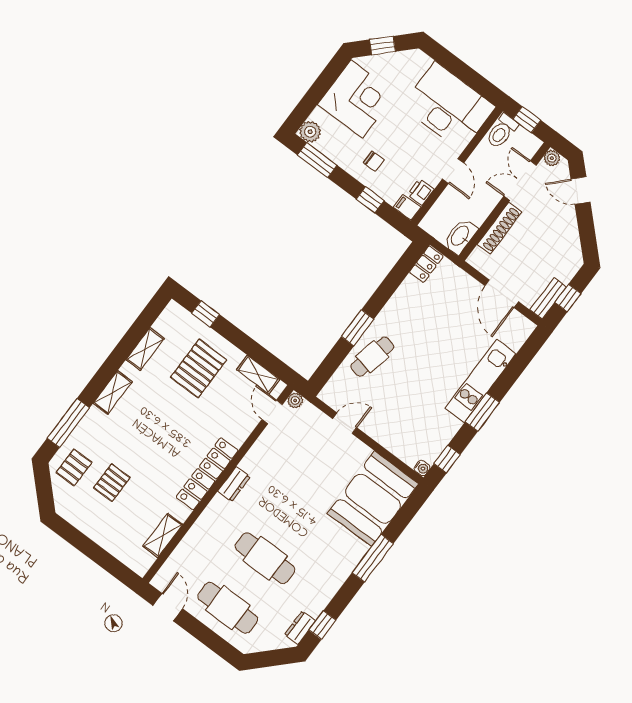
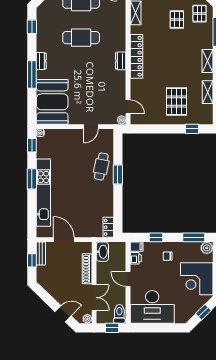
shelving: (258, 375) -> (147, 119), removed
kitchen unit: (481, 381) -> (43, 193), width x1.36
dresser: (300, 628) -> (41, 61), moved

